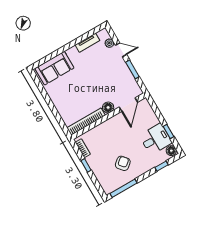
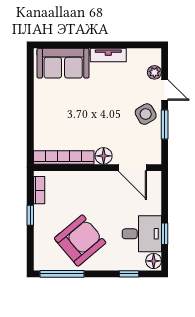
tv unit: (87, 43) -> (108, 55), moved
side table: (118, 70) -> (146, 114), added
door: (128, 105) -> (132, 168), hinge flipped
armchair: (123, 163) -> (80, 240), width x1.88, depth x1.88

